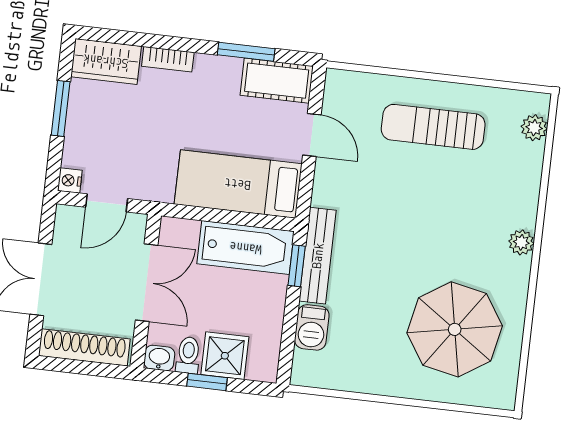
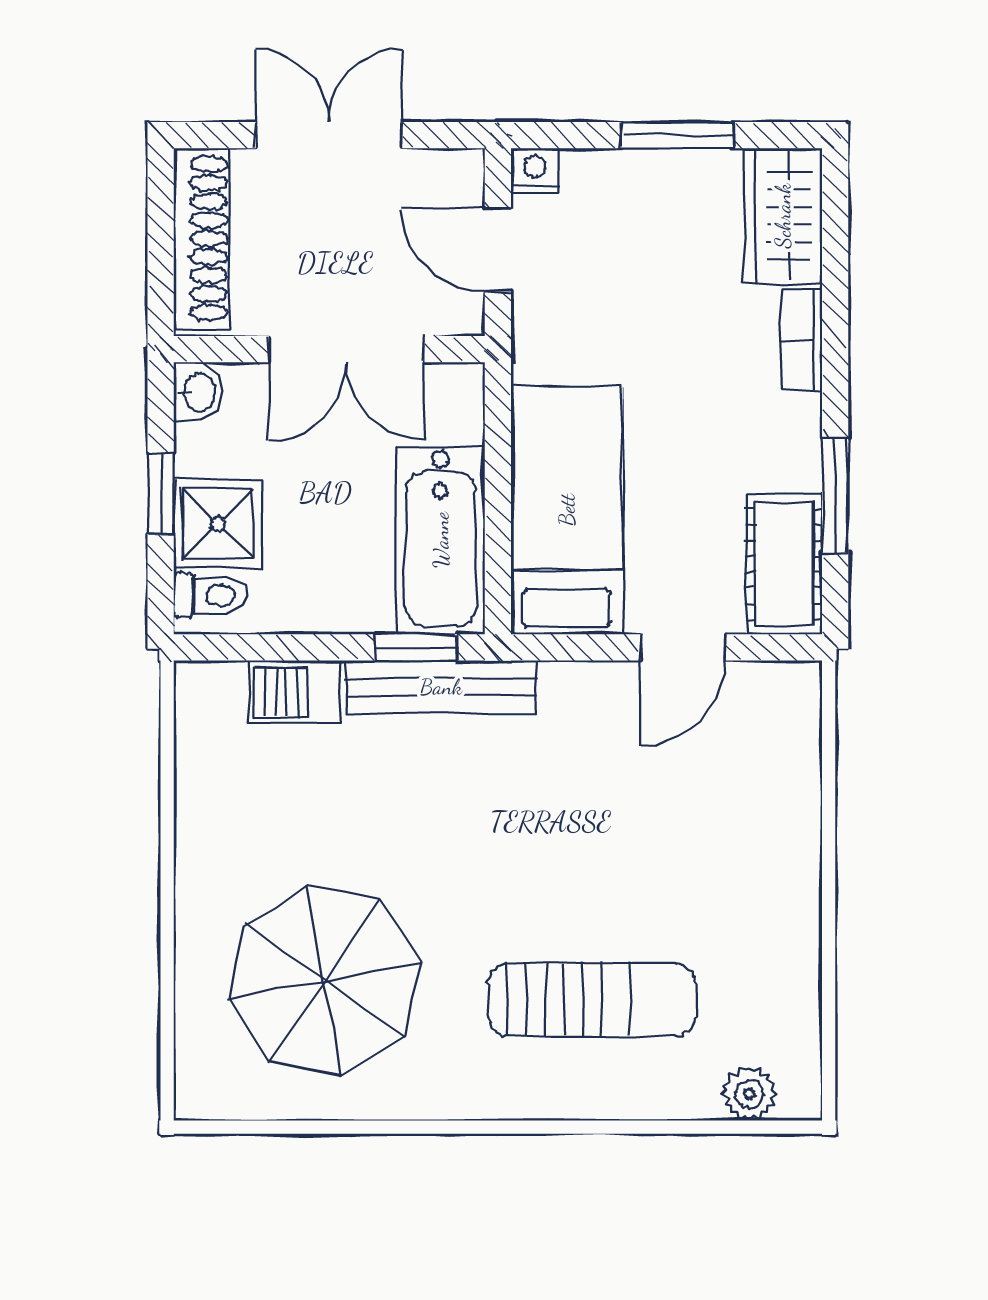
sun lounger: (433, 127) -> (592, 1000), moved, turned 90
plant: (521, 242) -> (515, 1095), removed
toilet: (188, 355) -> (210, 595), moved

